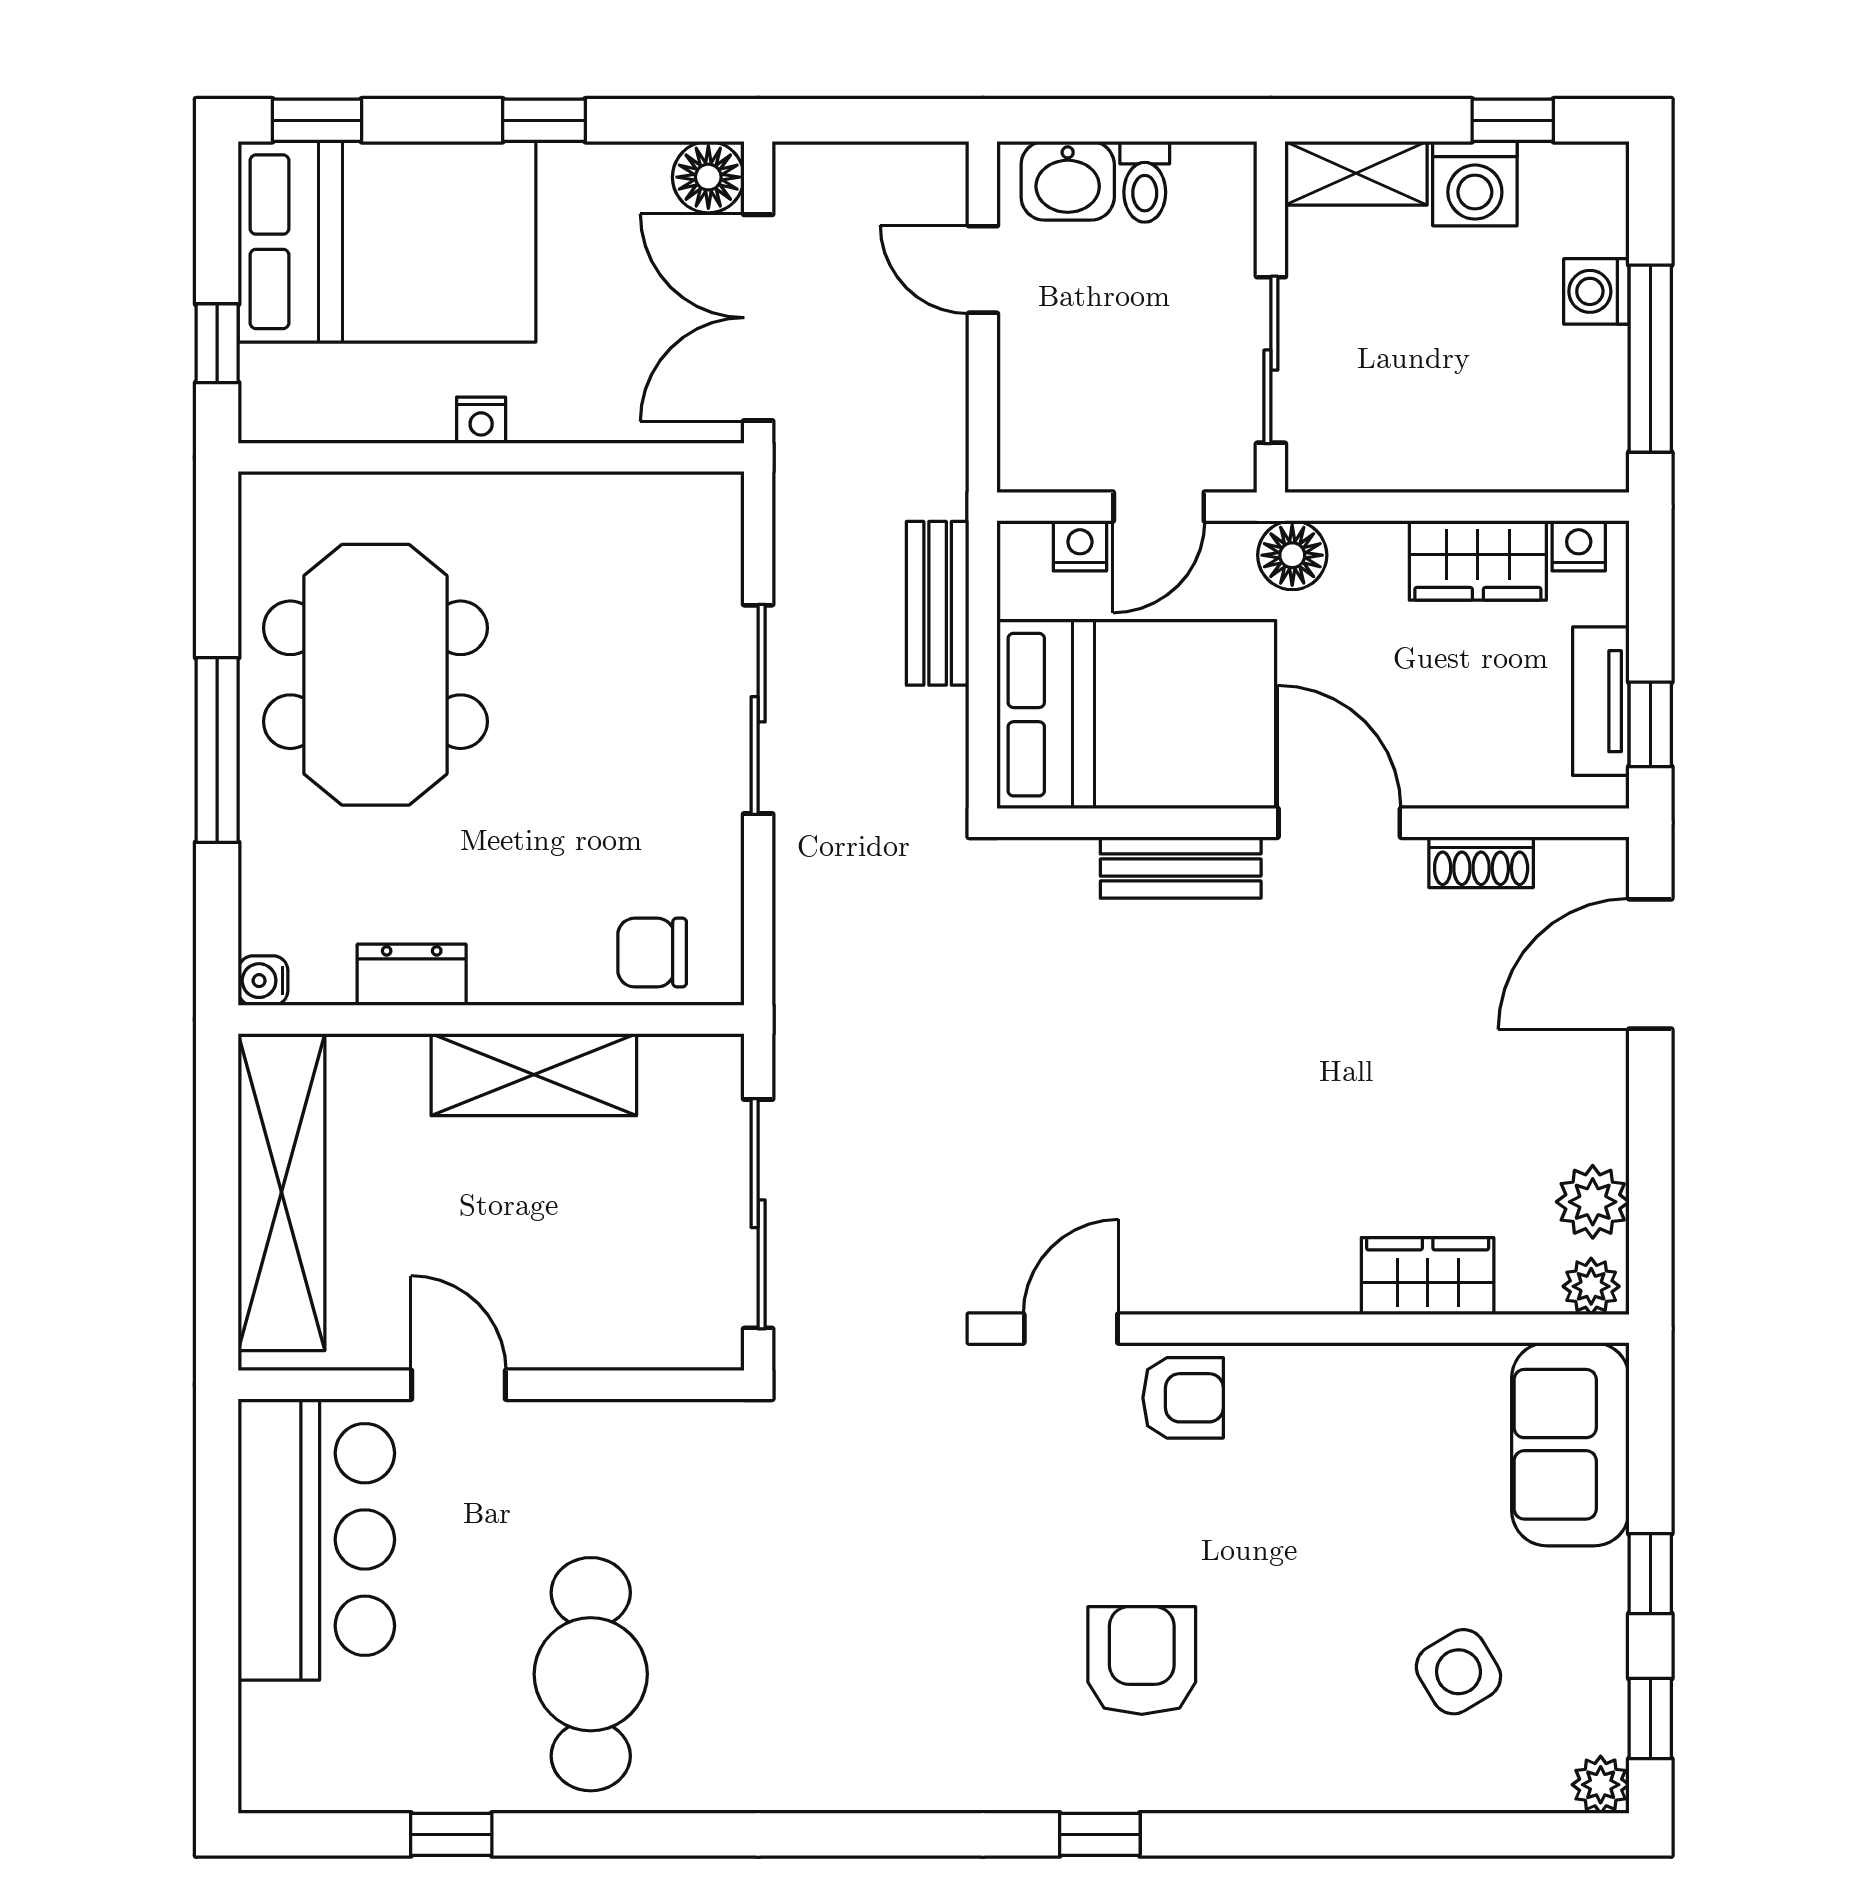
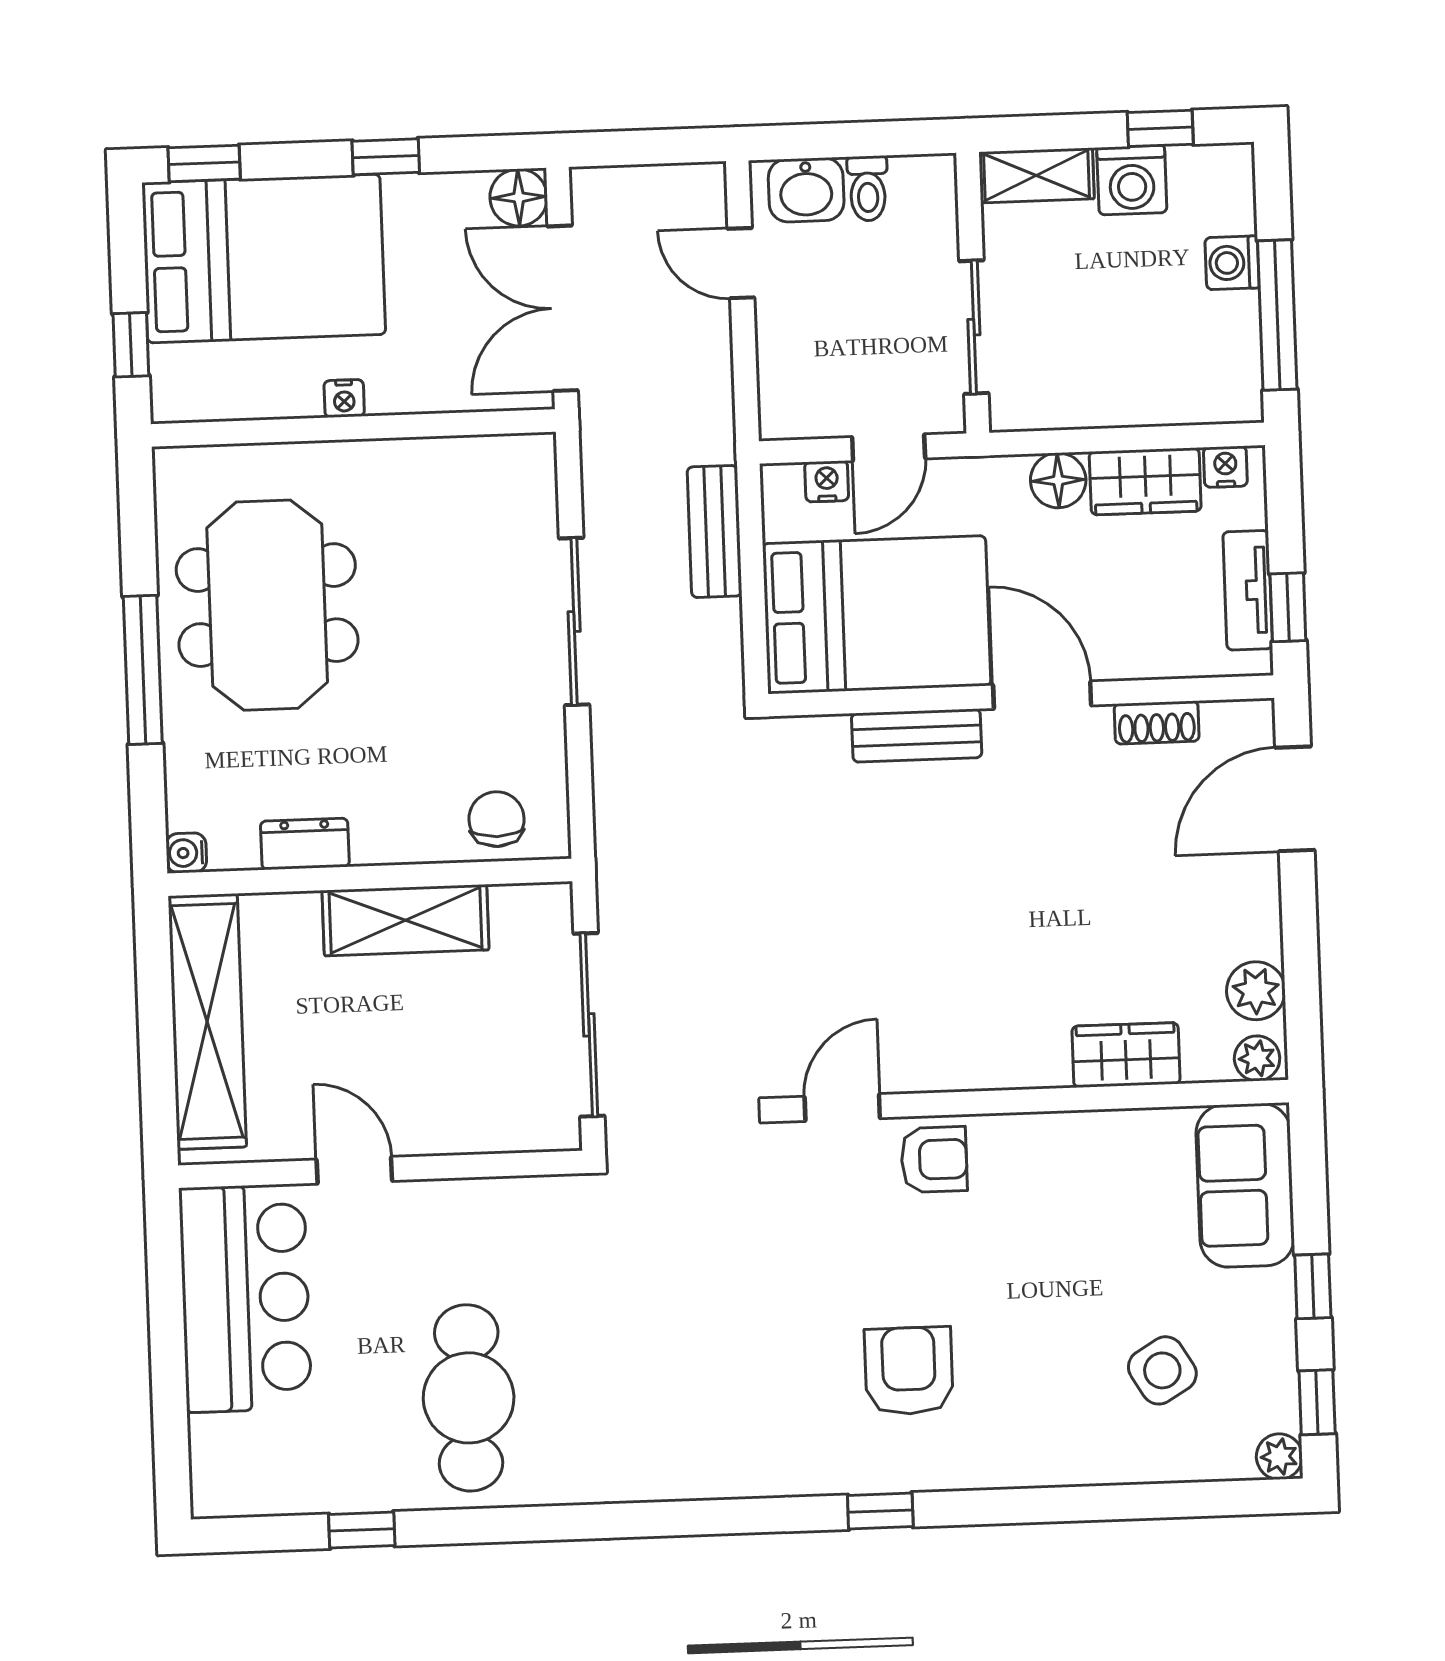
floor lamp: (1292, 555) -> (1058, 480), moved
chair: (652, 953) -> (496, 819), turned 90

